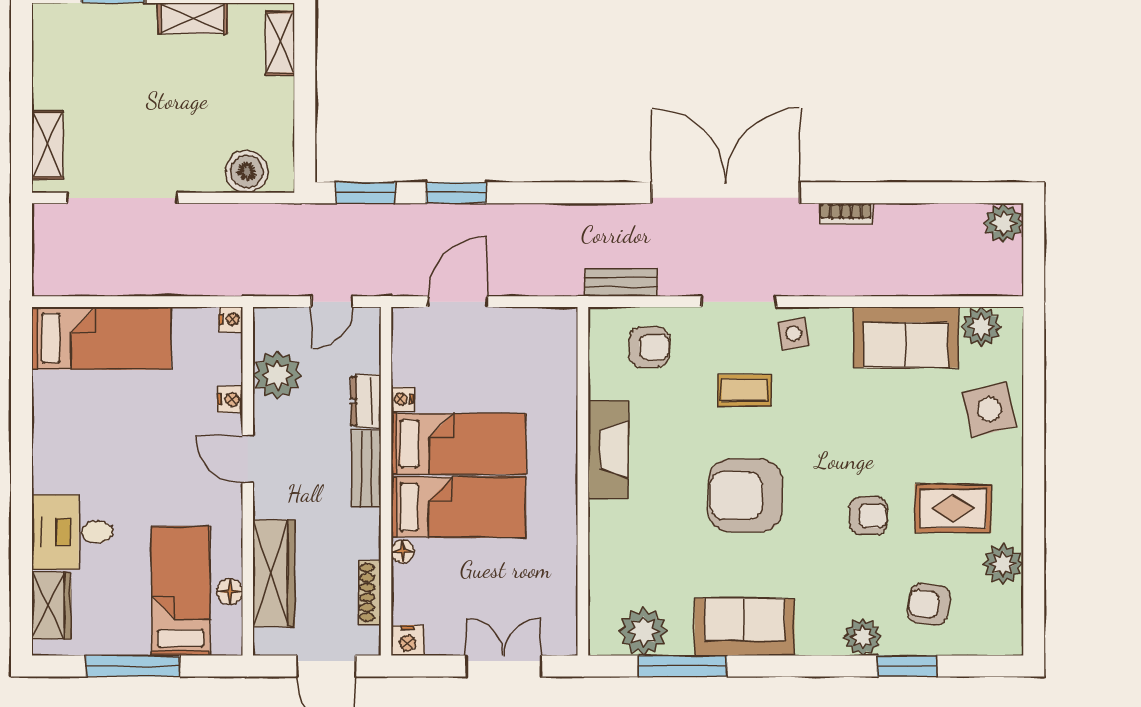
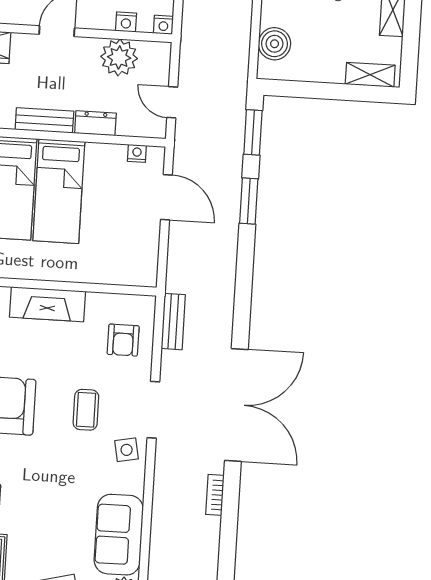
nightstand: (230, 399) -> (126, 22), moved
nightstand: (402, 399) -> (137, 153), moved

